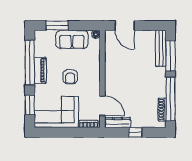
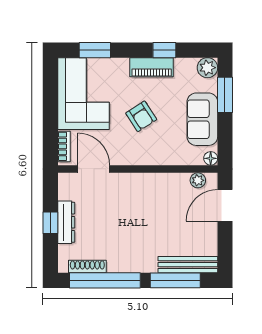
plant: (40, 36) -> (207, 68), added
plant: (109, 42) -> (198, 180), added
window: (30, 63) -> (164, 50), width x0.32
armchair: (70, 77) -> (141, 116), turned -123
door: (102, 106) -> (94, 169), swing flipped
dresser: (118, 123) -> (66, 222), moved

